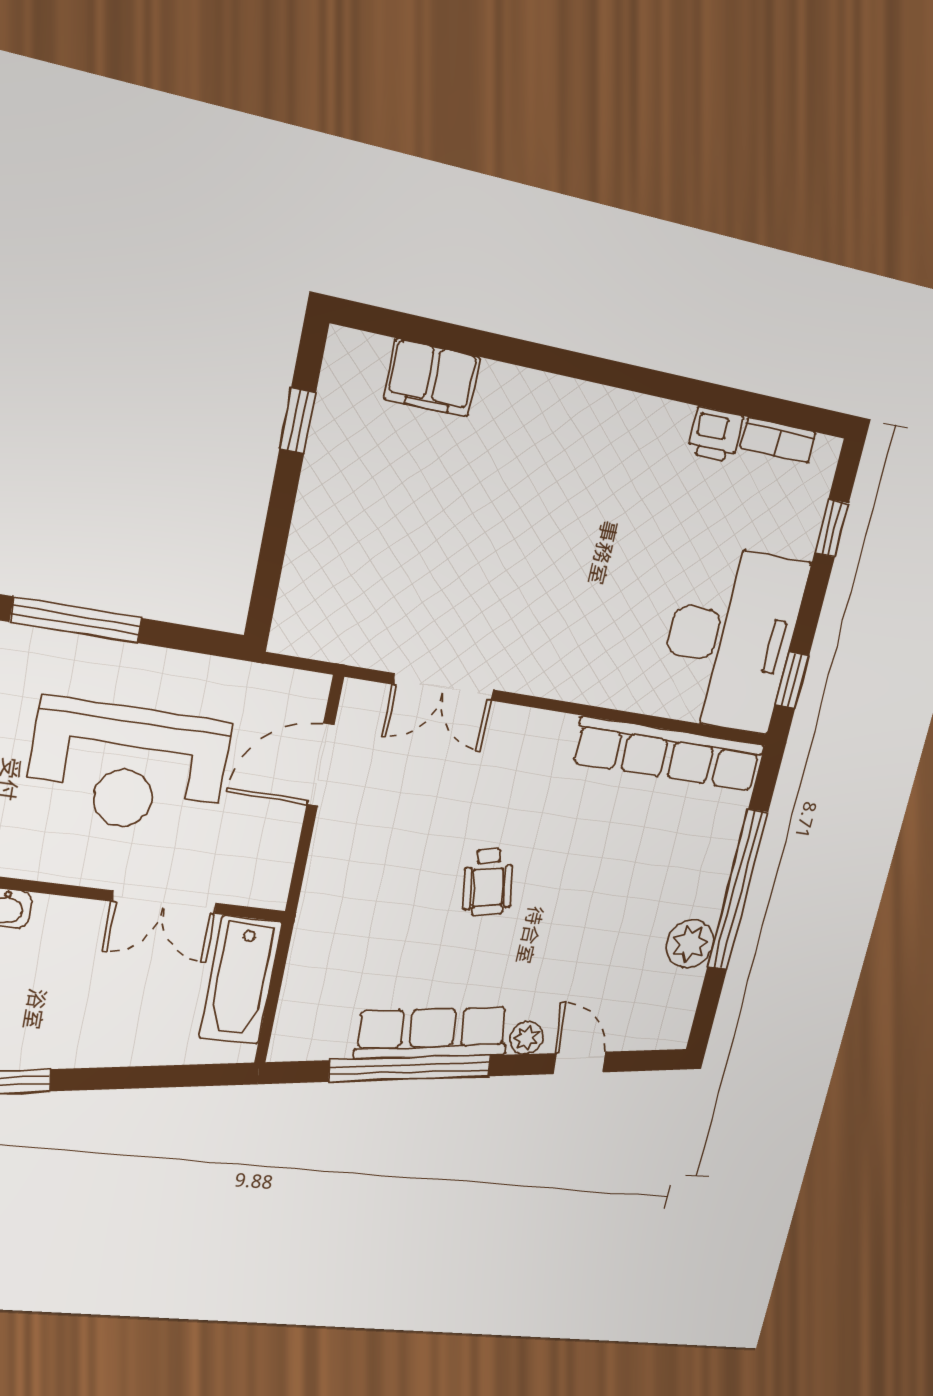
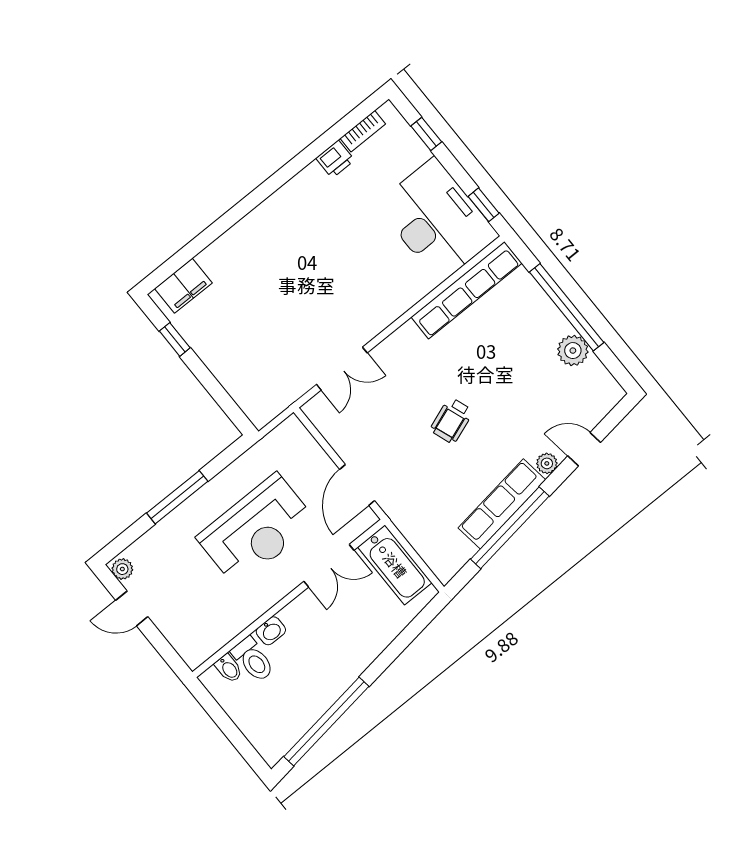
filing cabinet: (432, 378) -> (183, 286), moved
door: (320, 765) -> (357, 485), moved
wheelchair: (488, 882) -> (452, 421), turned 81

